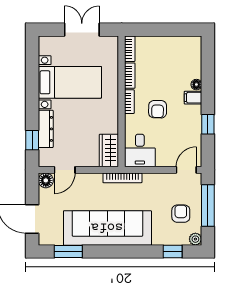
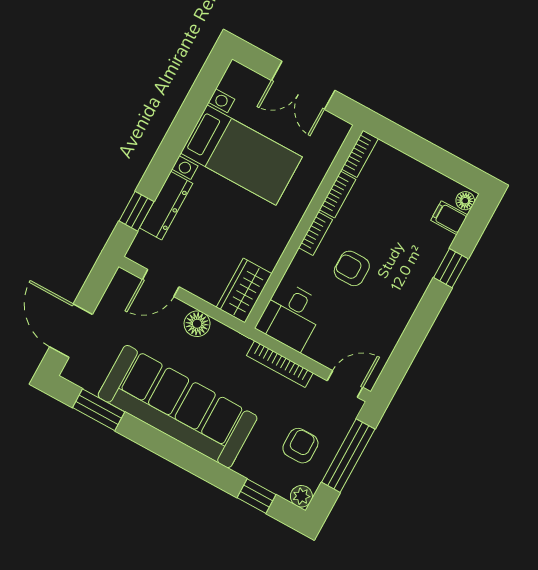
double door: (82, 30) -> (303, 85), swing flipped
floor lamp: (196, 85) -> (465, 201), moved
filing cabinet: (193, 98) -> (449, 218), moved
armchair: (158, 109) -> (352, 268), turned 89
window: (208, 124) -> (451, 268), moved
bookcase: (122, 178) -> (280, 364), moved
floor lamp: (46, 180) -> (197, 324), moved

